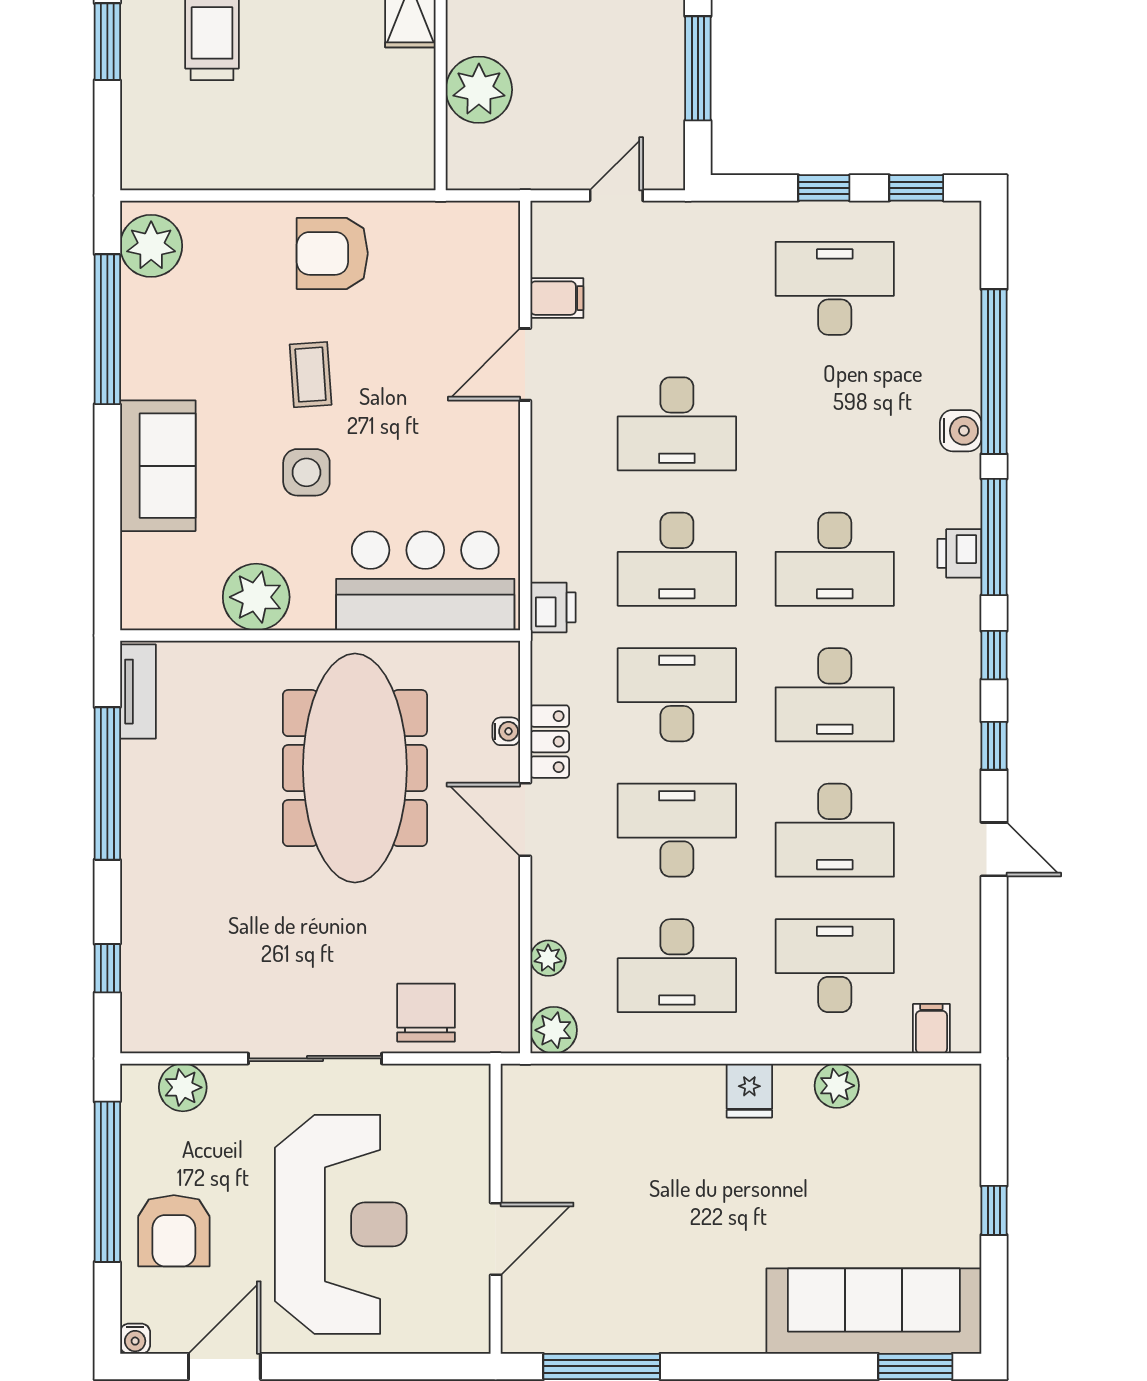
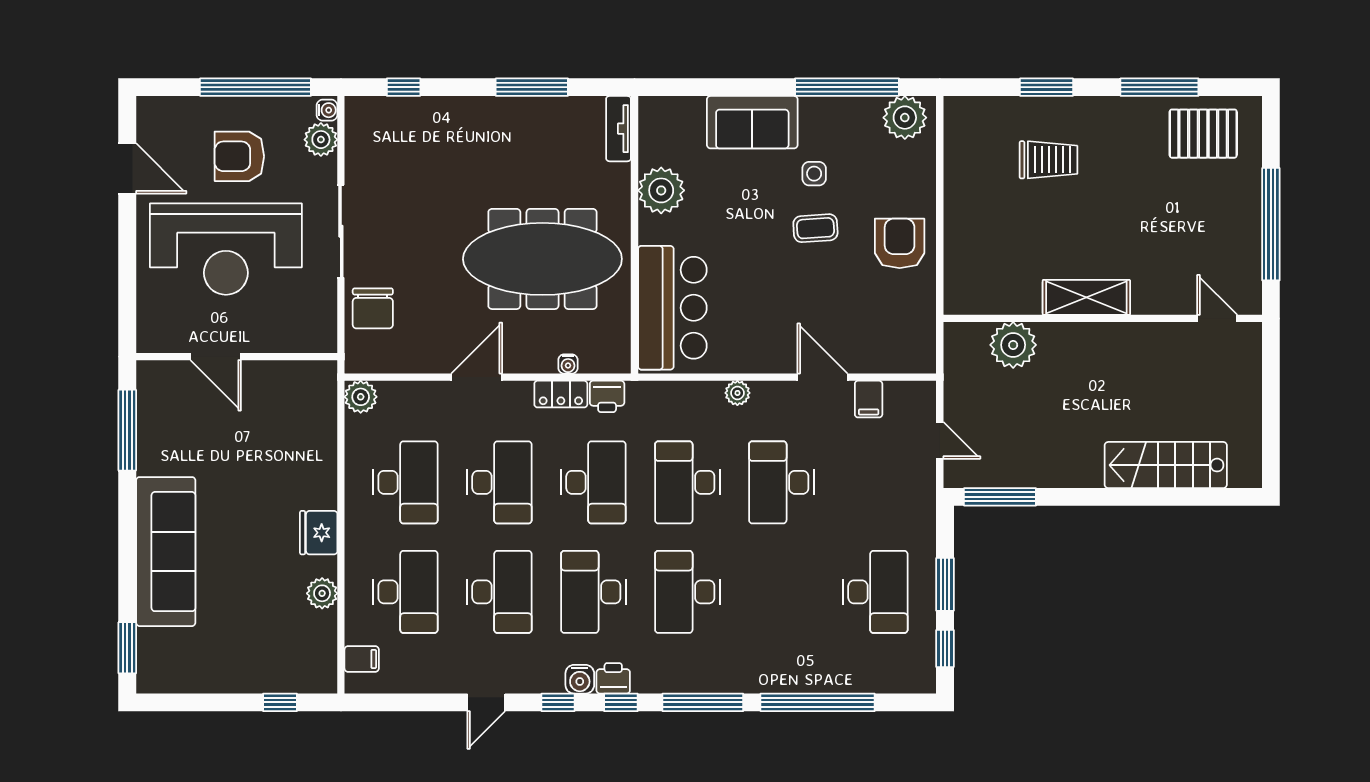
window: (698, 68) -> (1000, 497), moved
window: (824, 188) -> (945, 584), width x1.50
water cooler: (961, 431) -> (580, 679), moved
side table: (306, 472) -> (814, 174), moved, width x0.73, depth x0.73
printer: (959, 553) -> (613, 678), moved
printer: (553, 607) -> (607, 396), moved
tv unit: (138, 692) -> (618, 129), moved, turned 90
window: (107, 783) -> (532, 87), width x0.68
door: (525, 819) -> (477, 377), moved
desk: (835, 830) -> (499, 592), turned 180
plant: (548, 958) -> (737, 393), moved
desk: (677, 966) -> (405, 482), turned 180
chair: (426, 1013) -> (373, 308), turned 90
fridge: (749, 1091) -> (319, 533), width x1.38
window: (994, 1210) -> (280, 702), moved
armchair: (174, 1231) -> (239, 156), moved
sofa: (874, 1311) -> (166, 552), moved
water cooler: (135, 1339) -> (327, 110), moved, turned 180

